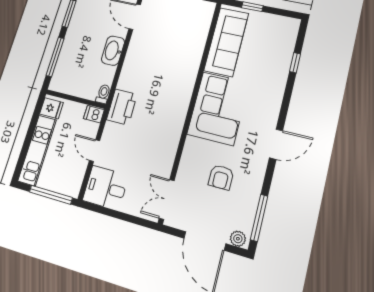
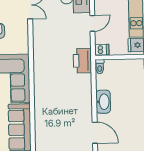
door: (95, 151) -> (92, 23), hinge flipped

